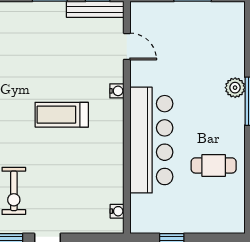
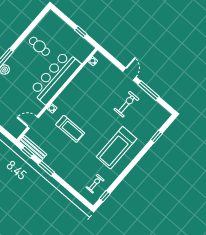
door: (127, 46) -> (33, 122), hinge flipped
treadmill: (62, 115) -> (70, 129), moved

